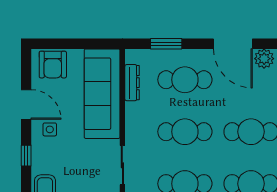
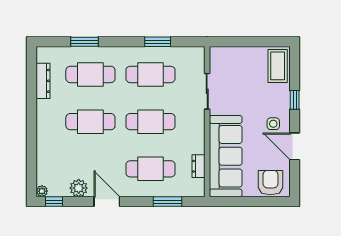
door: (233, 44) -> (107, 202), width x0.73
dresser: (132, 83) -> (198, 166), width x0.70

